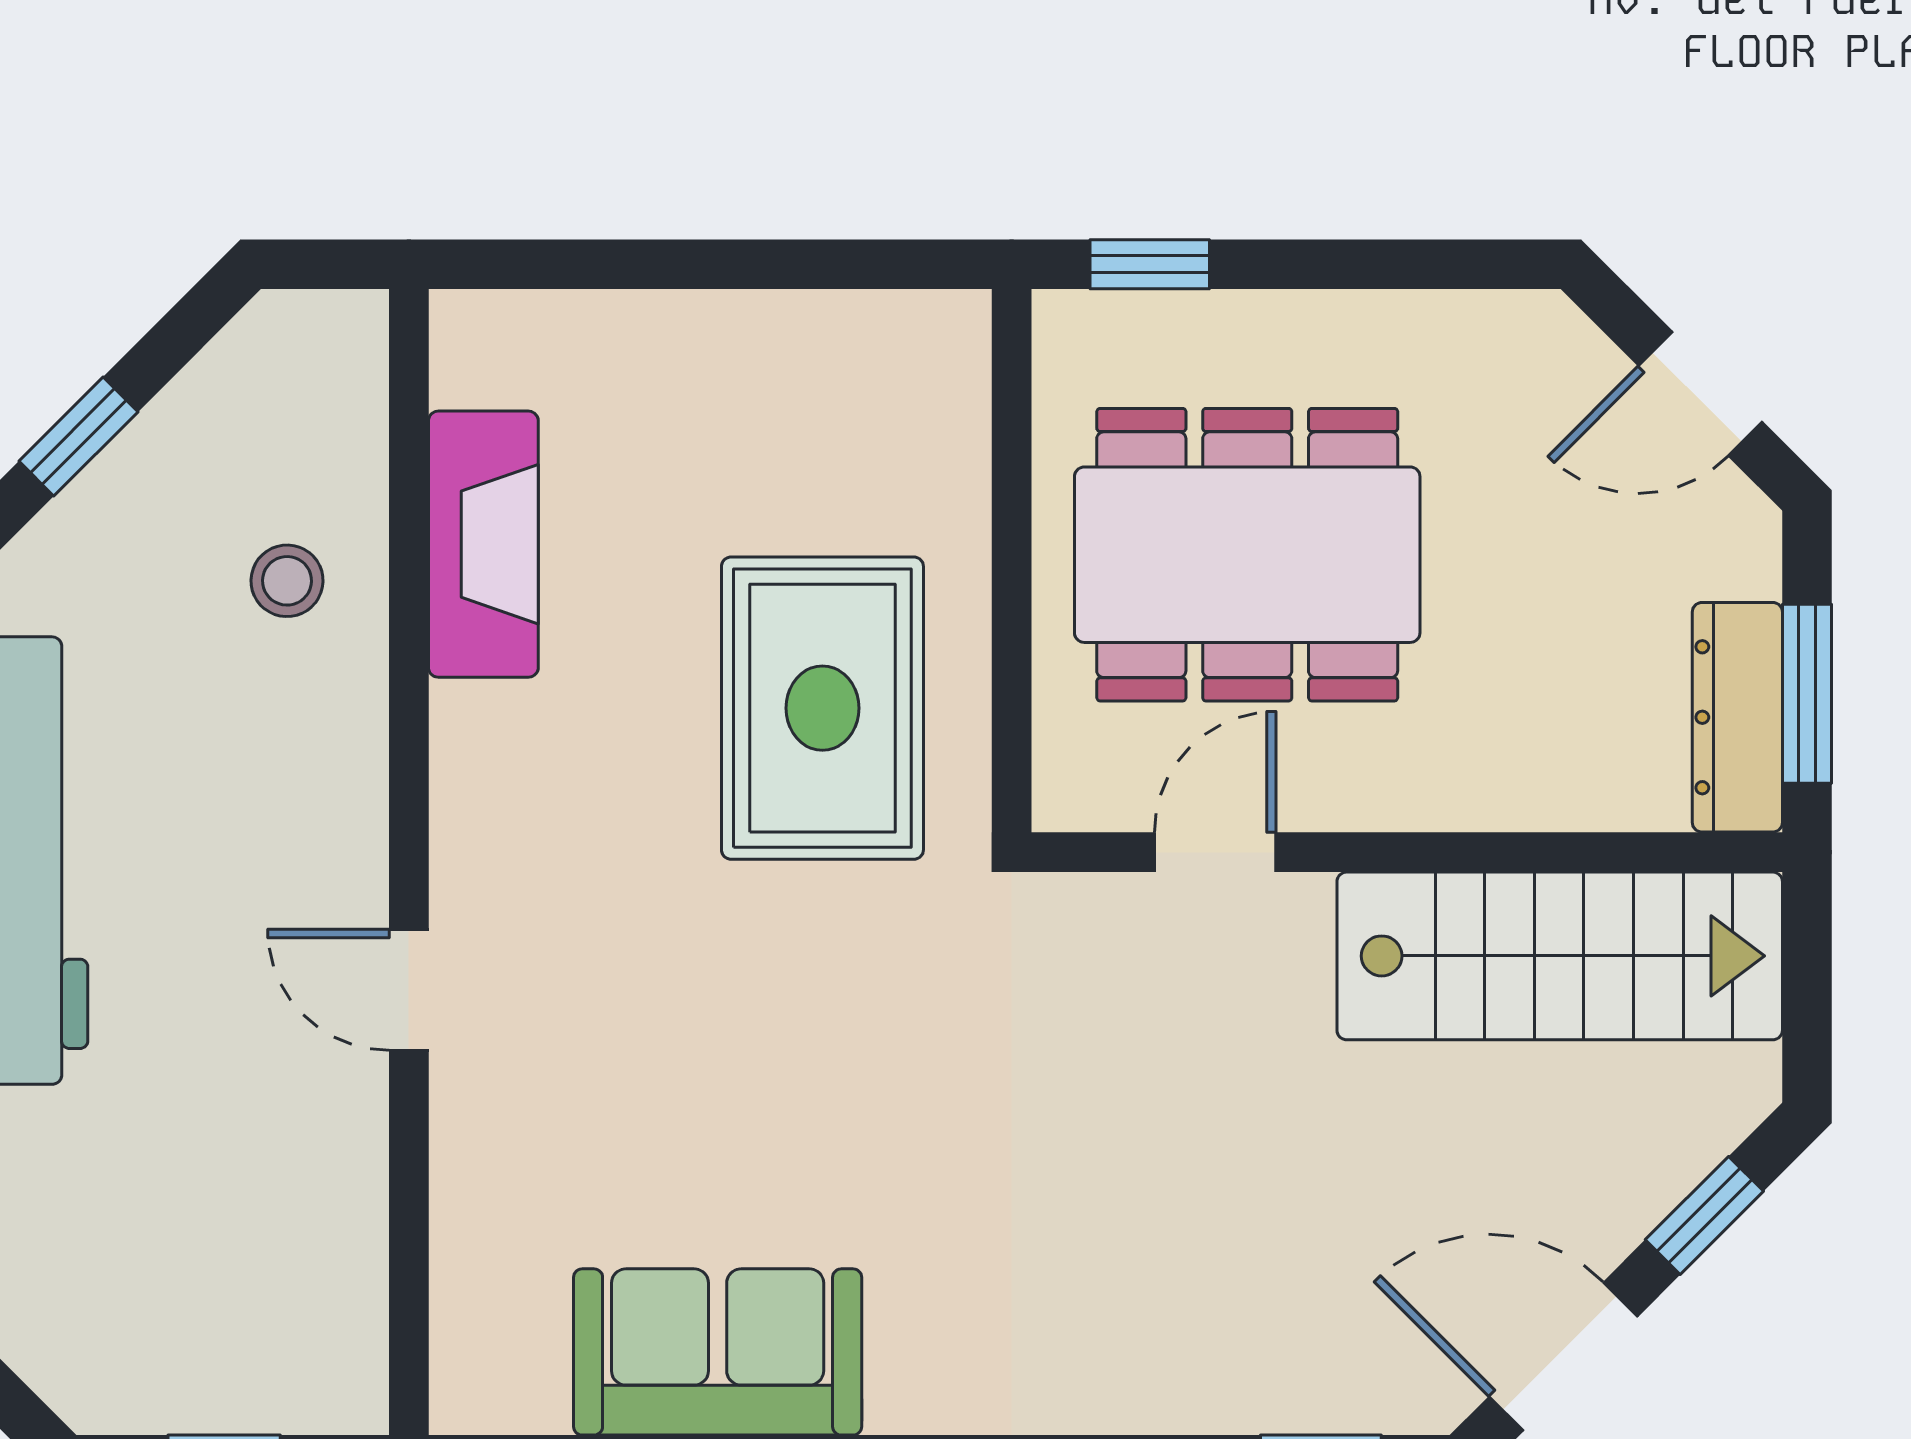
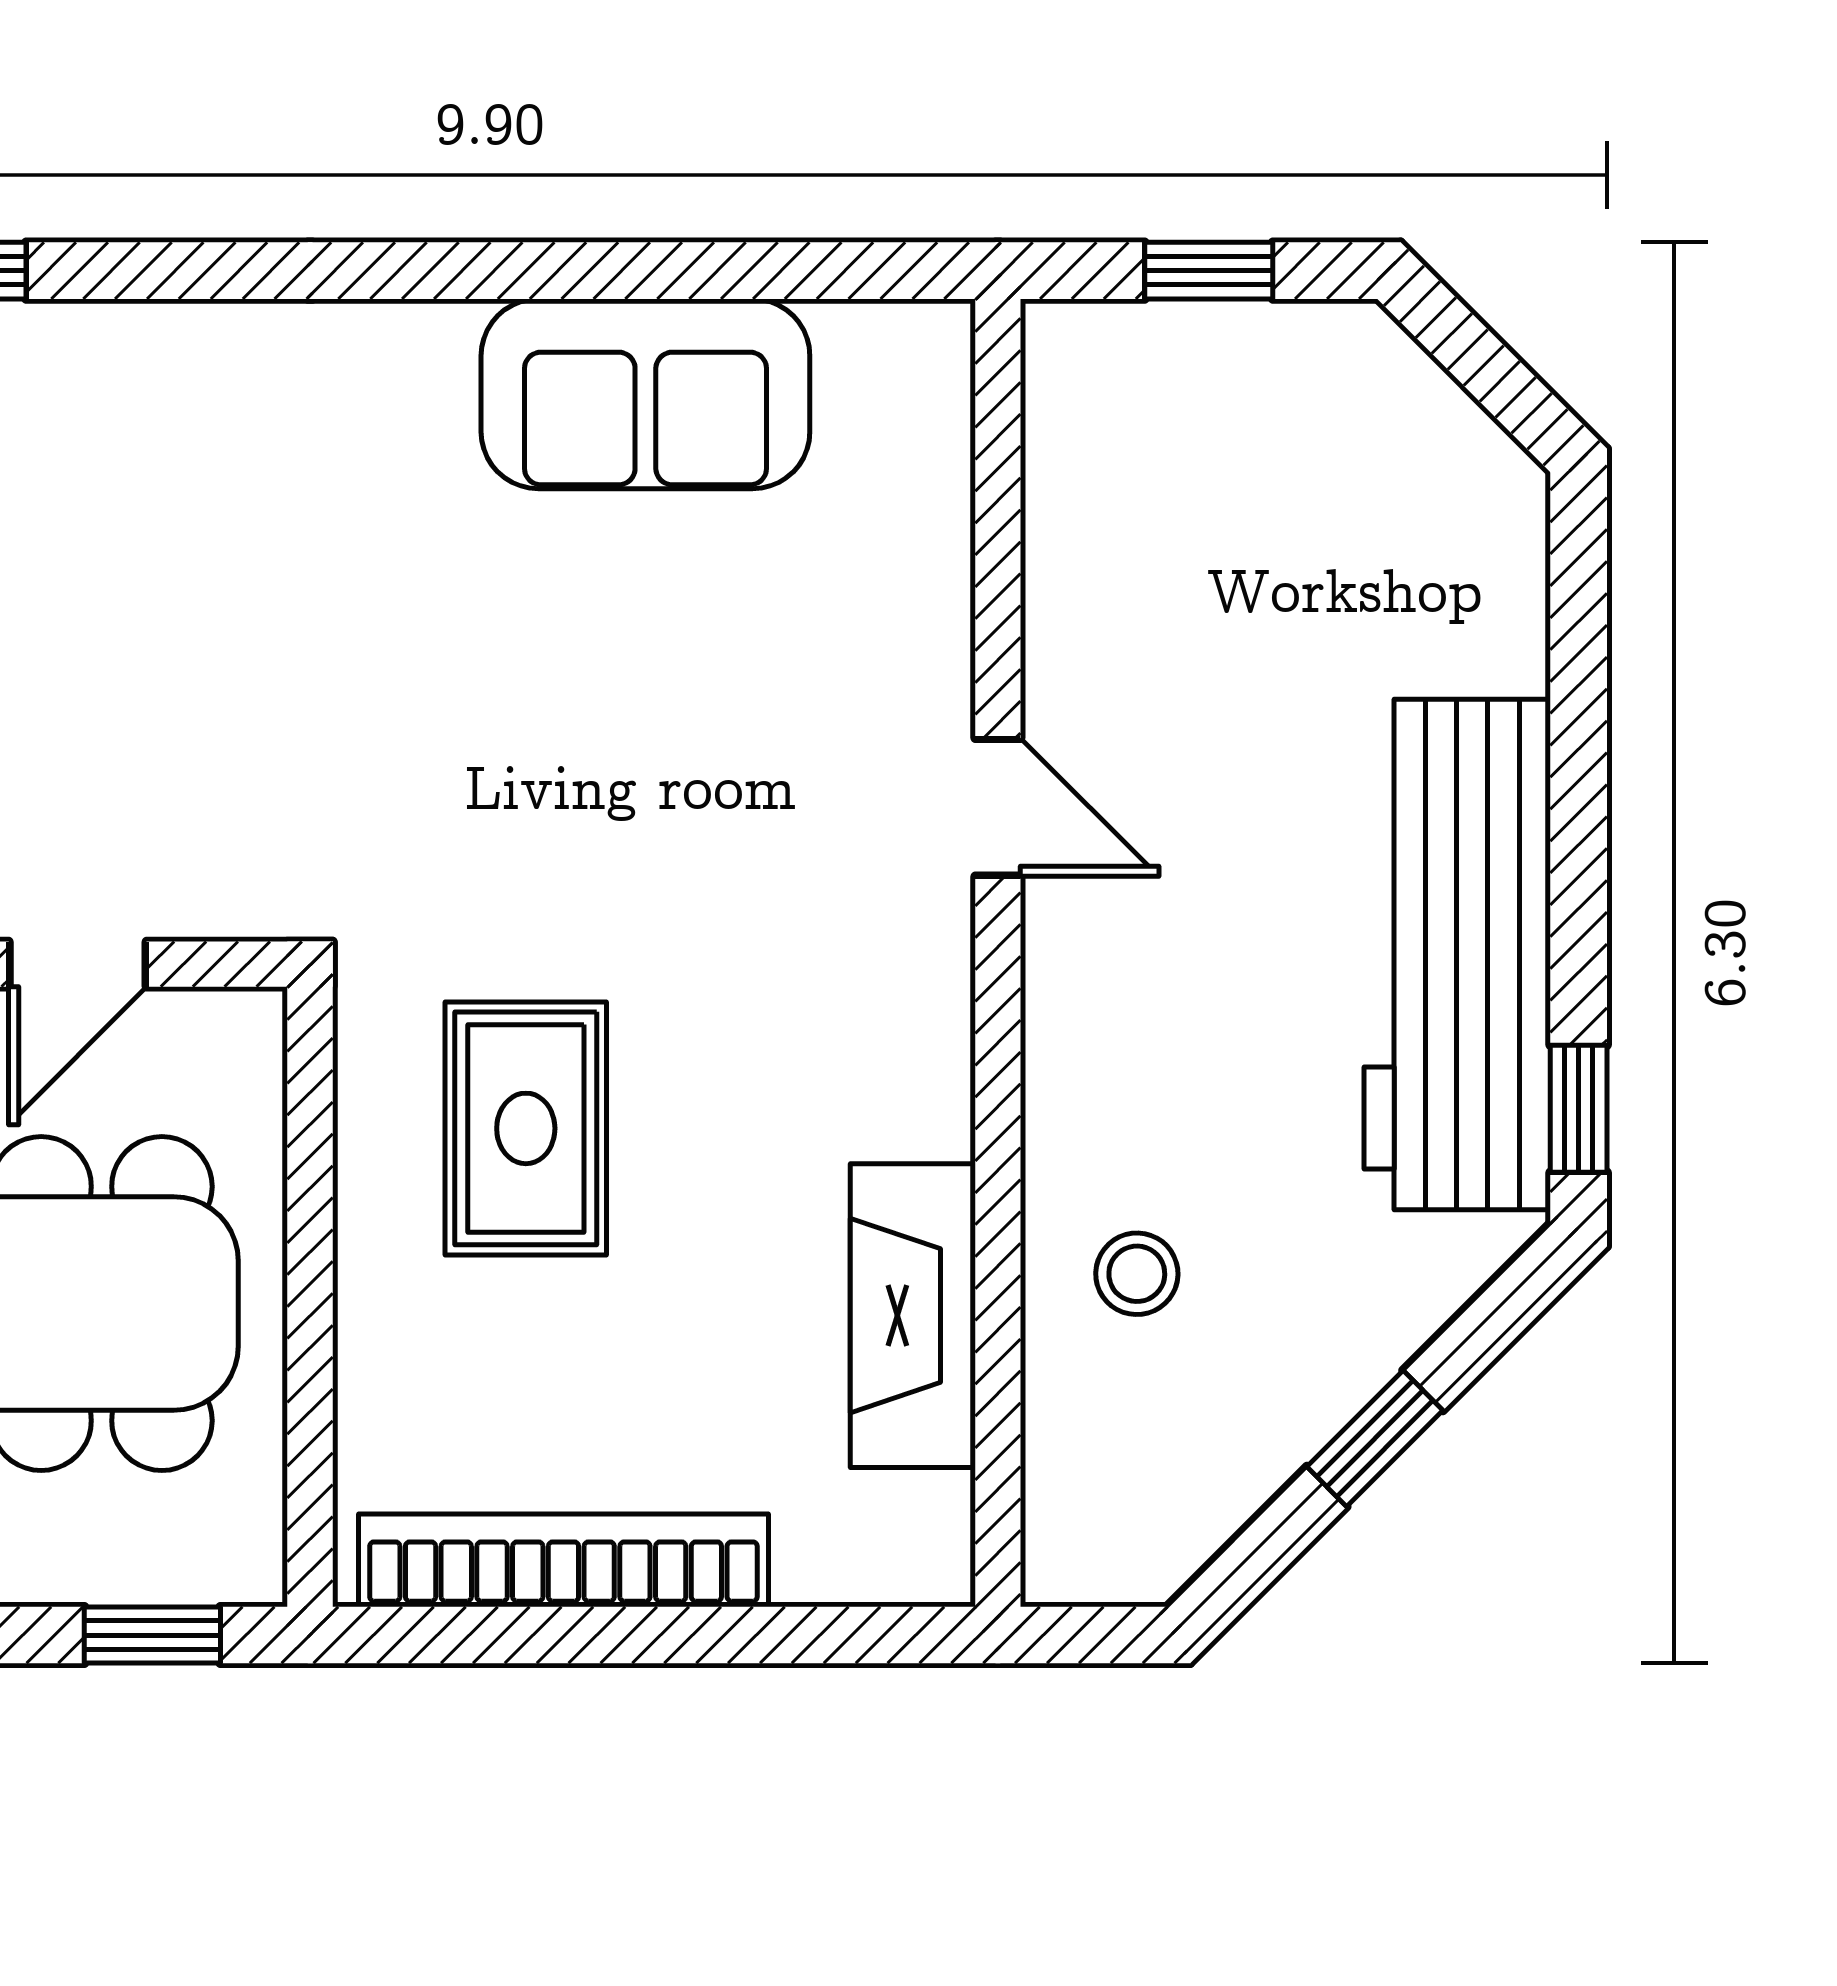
bookcase: (789, 330) -> (563, 1560), added
rug: (822, 708) -> (526, 1128), width x0.73, depth x0.70

